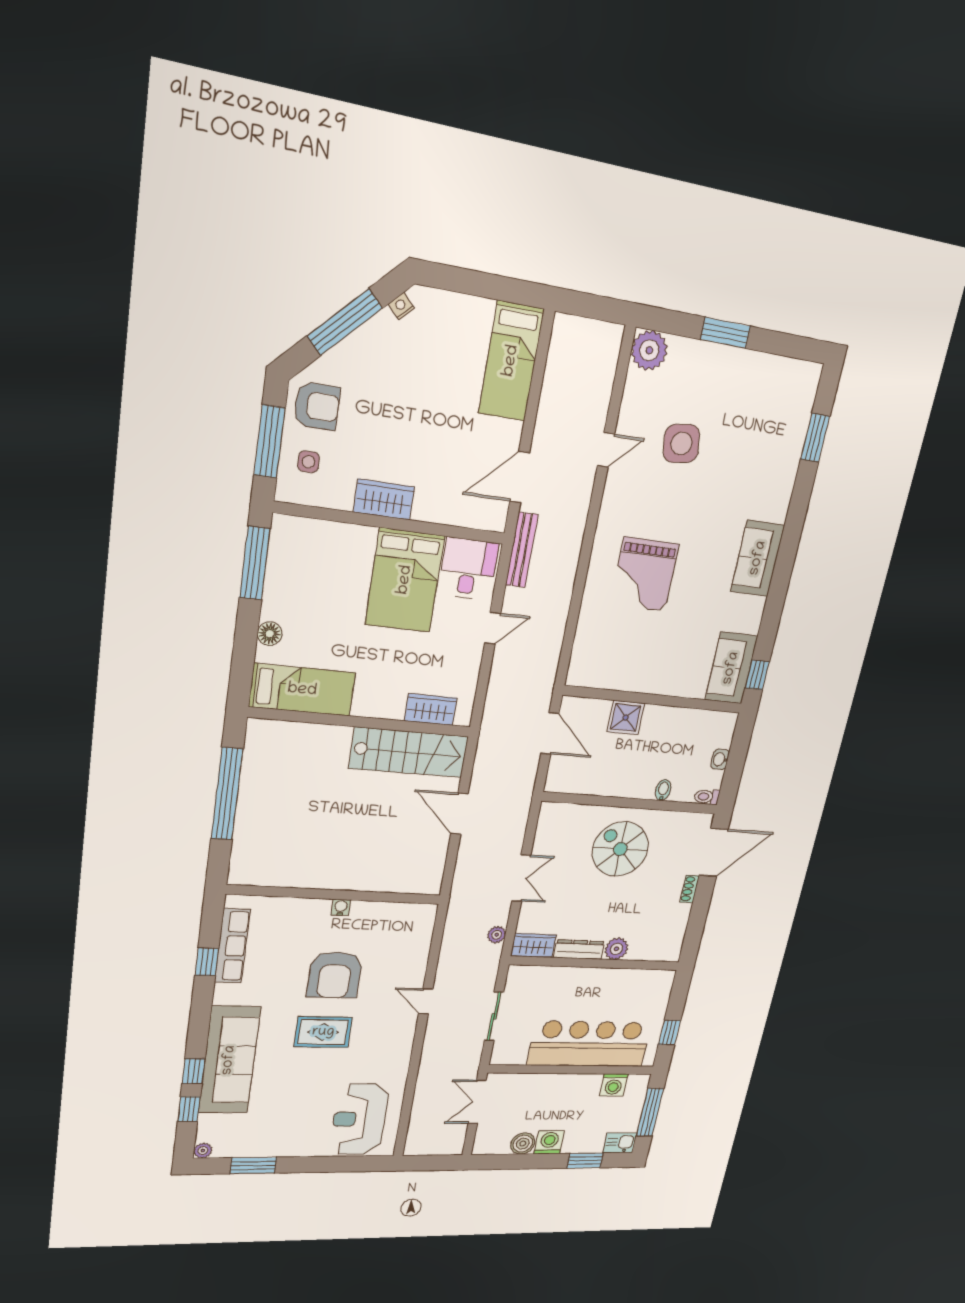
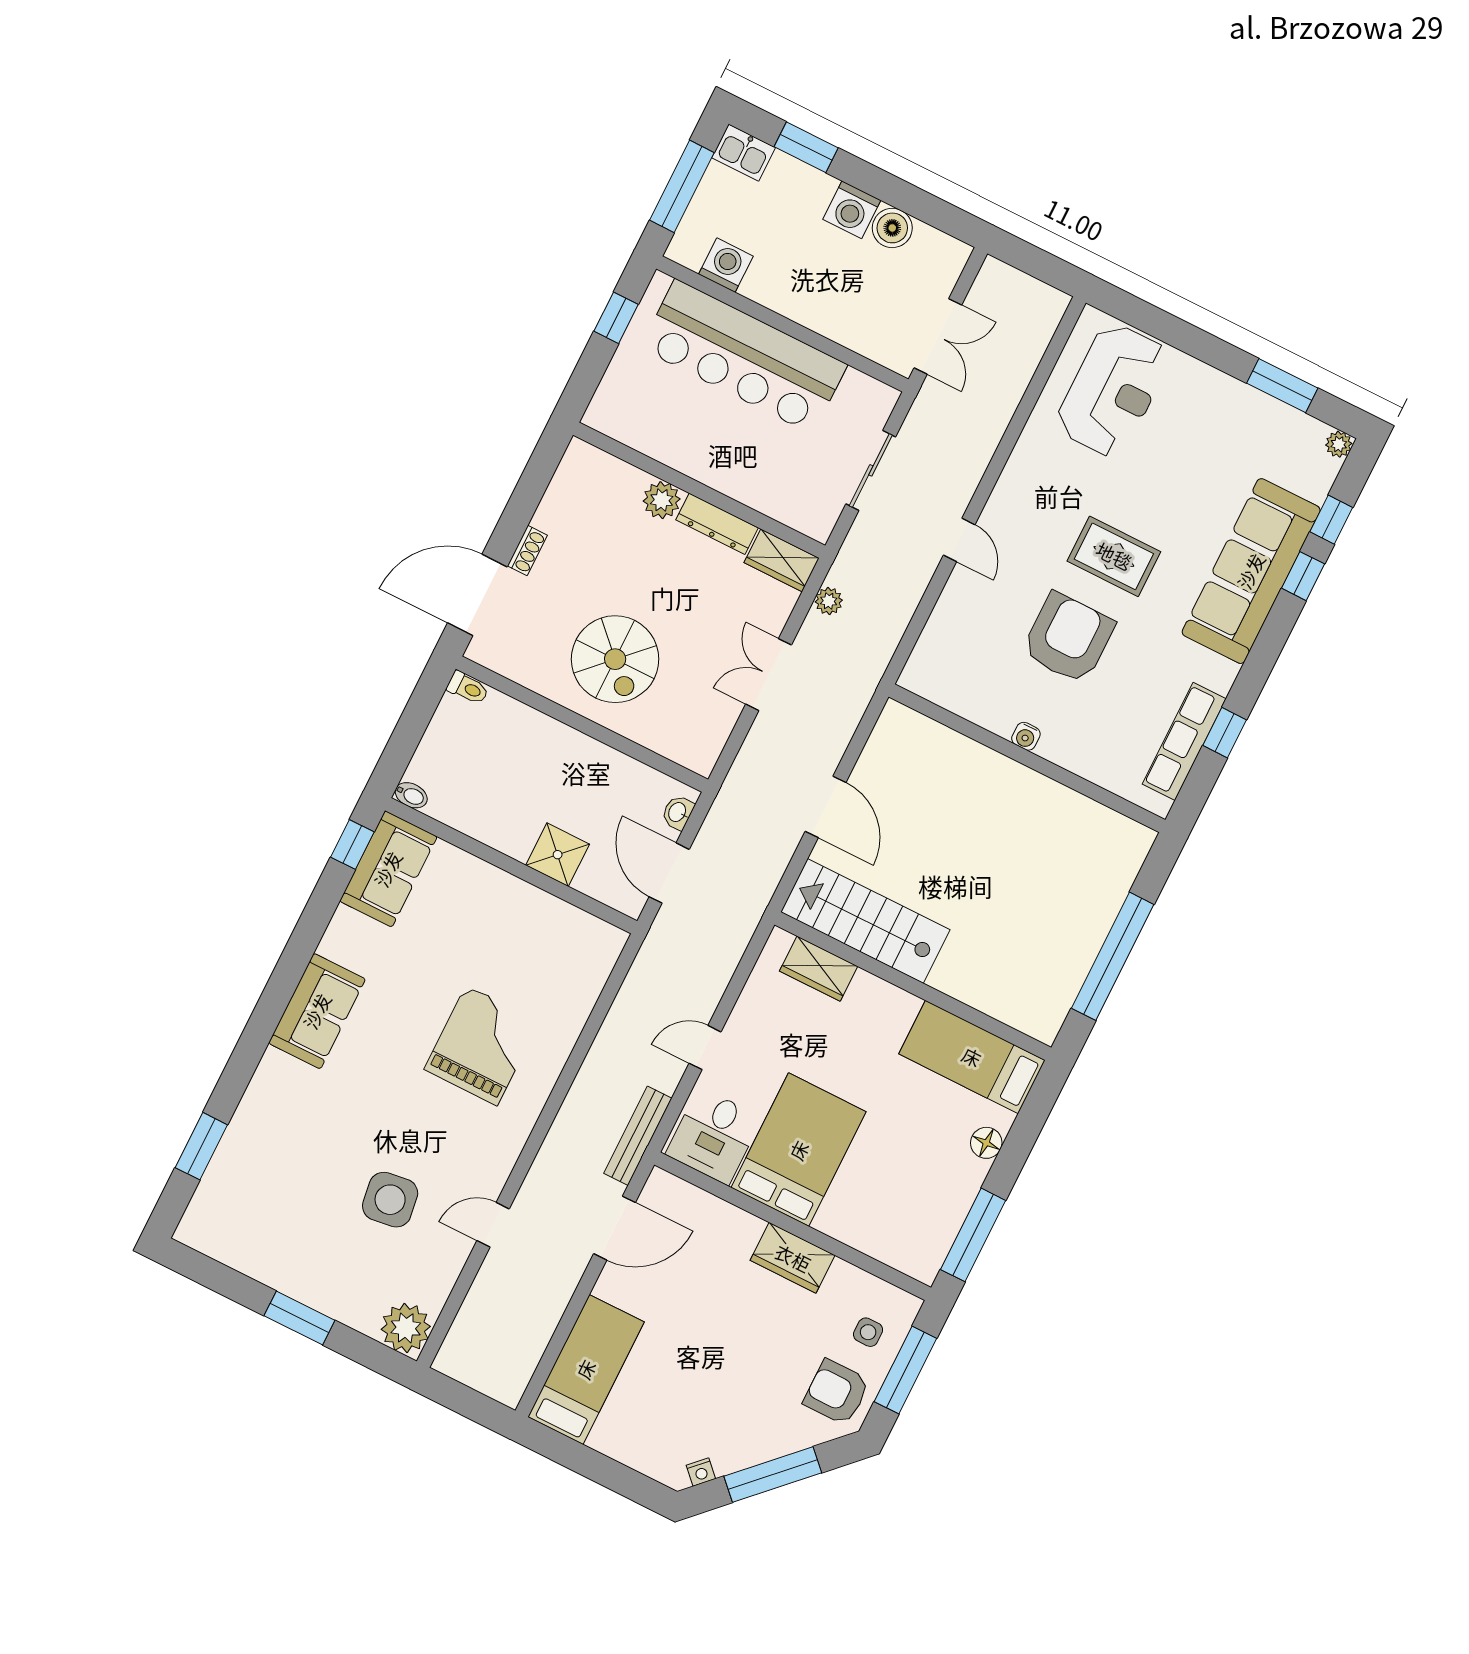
washbasin: (720, 759) -> (678, 812), moved, turned 180
bidet: (663, 790) -> (411, 795), moved, turned -90

